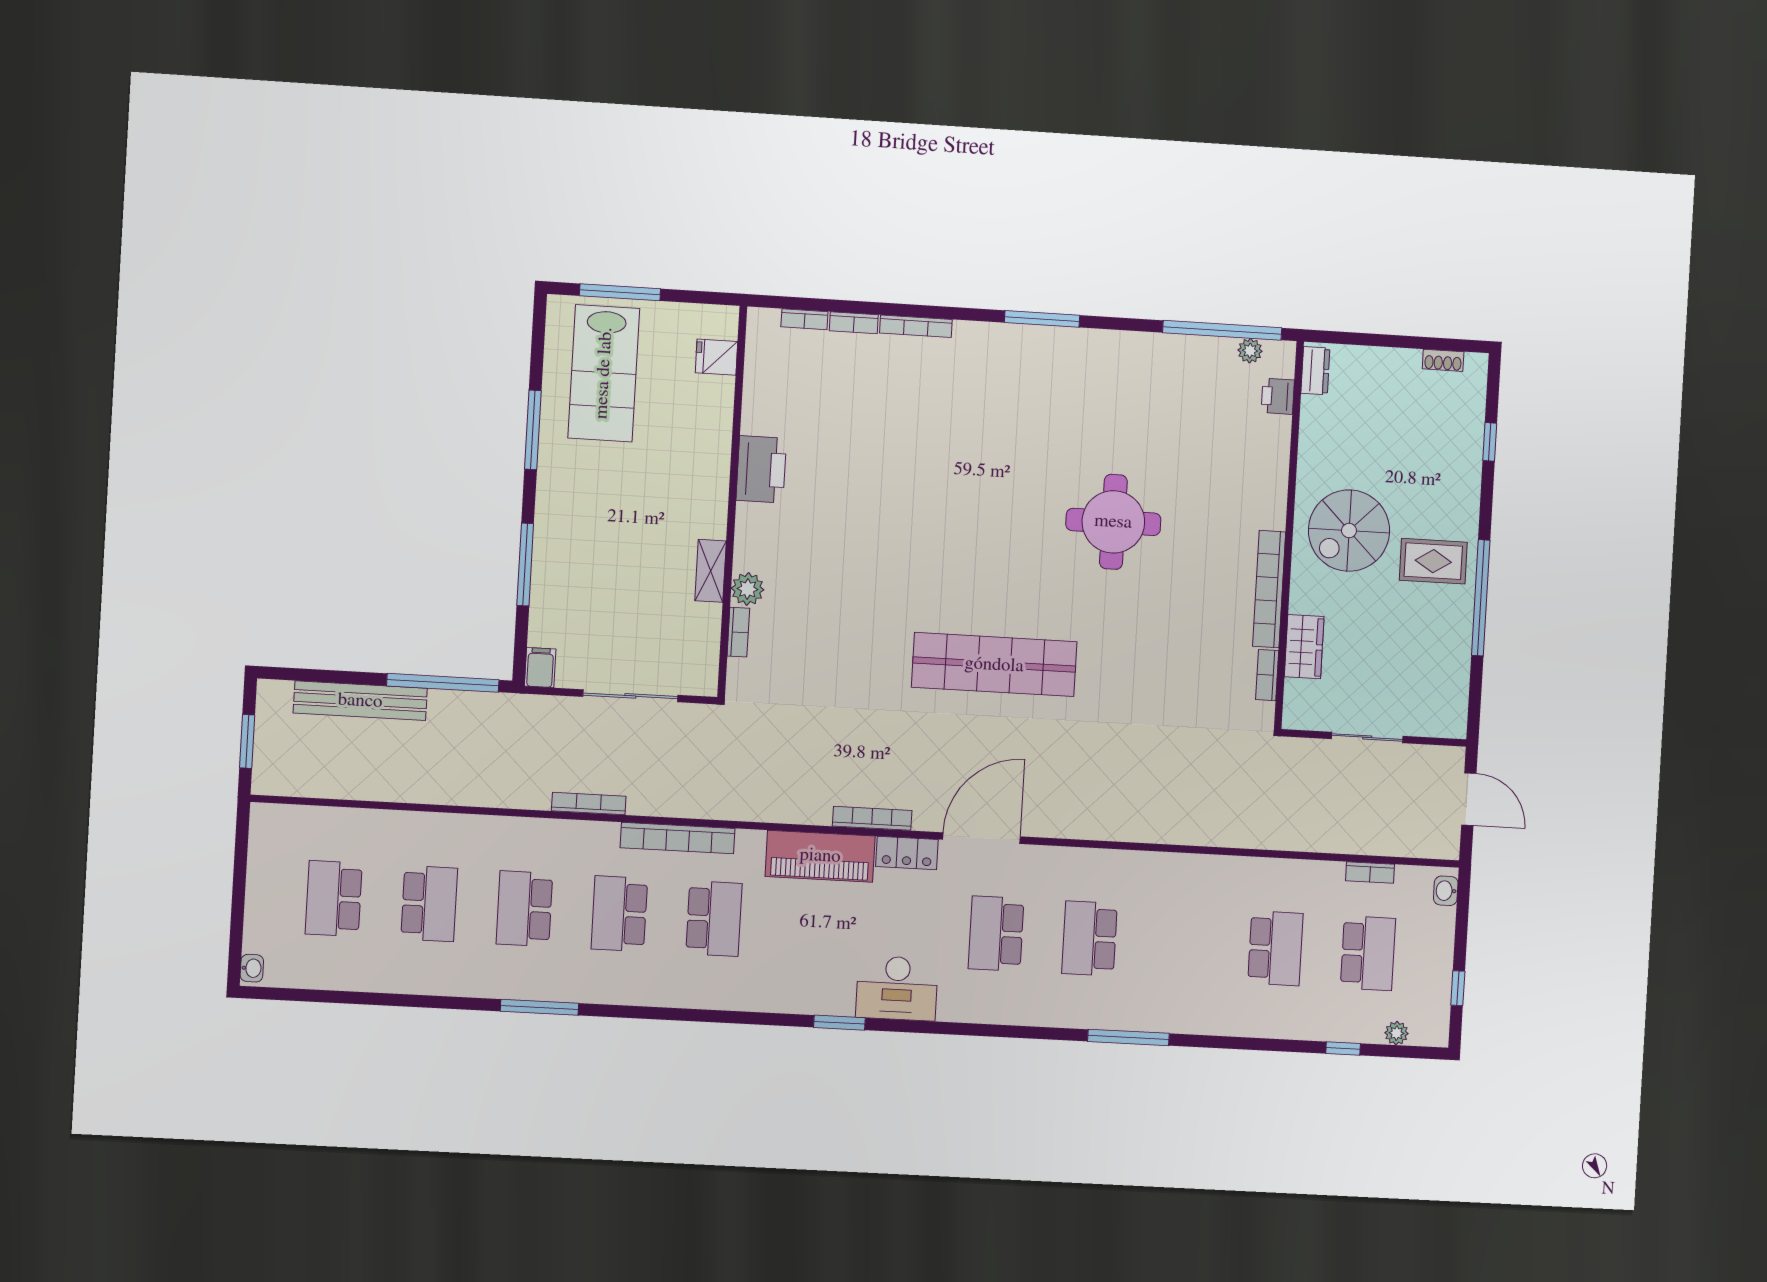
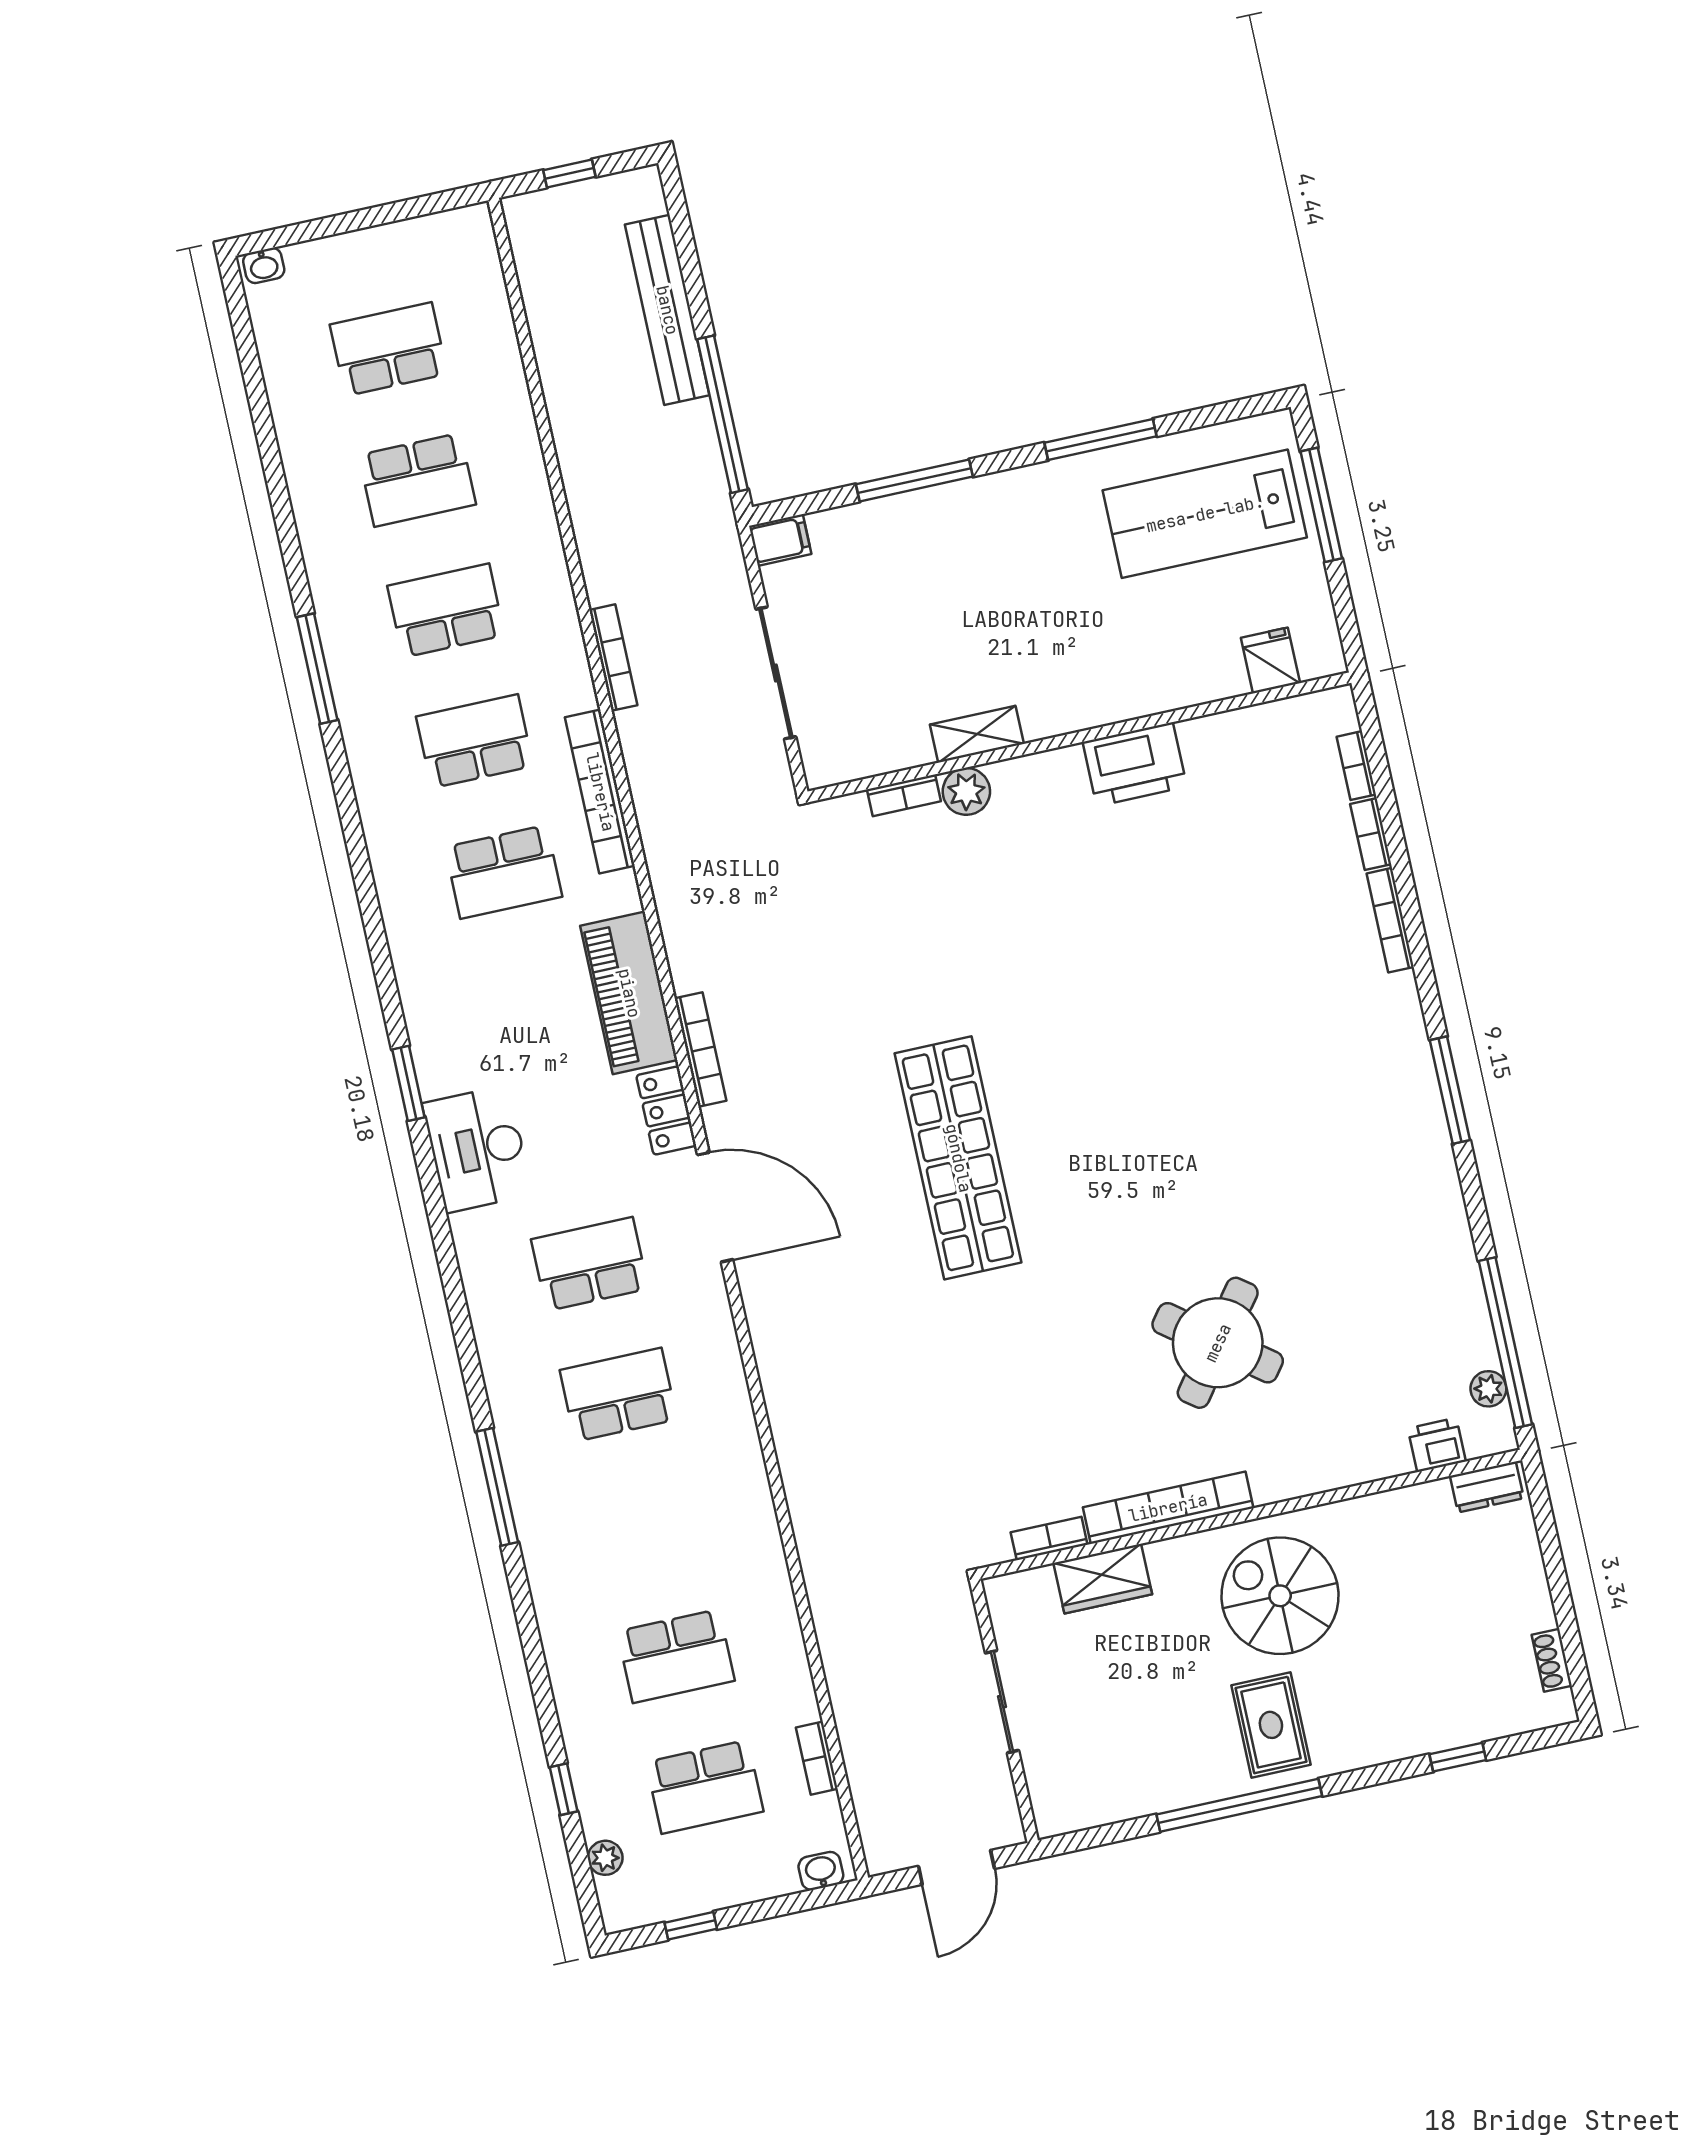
round table: (1113, 522) -> (1218, 1343), moved, turned 37
window: (247, 741) -> (569, 173), width x0.67

